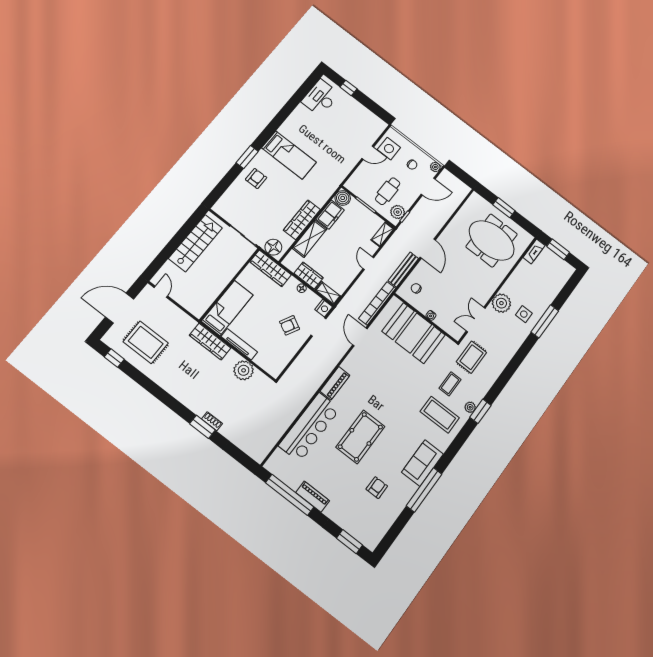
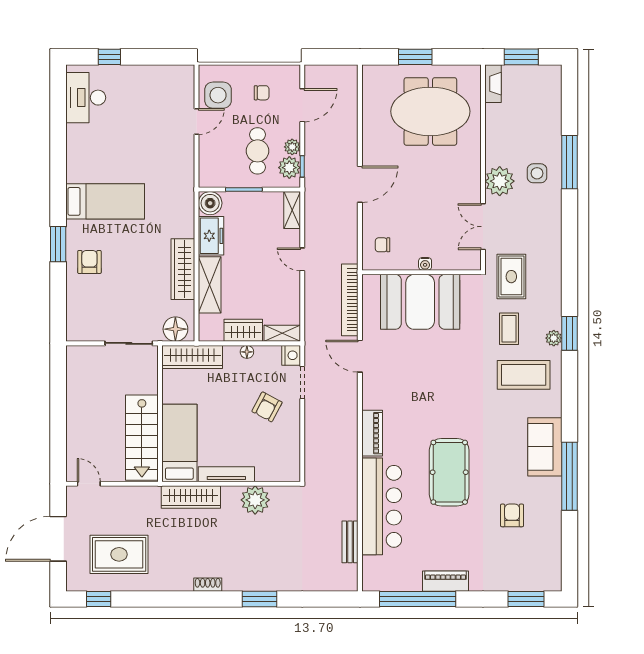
plant: (435, 167) -> (292, 147), moved
stairs: (195, 243) -> (142, 438), moved, turned 180
door: (428, 249) -> (360, 184), hinge flipped
bench: (403, 270) -> (350, 542), moved, width x0.73
shoe rack: (212, 421) -> (208, 585), moved

